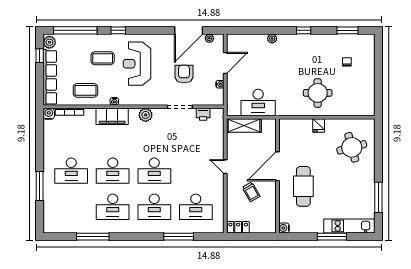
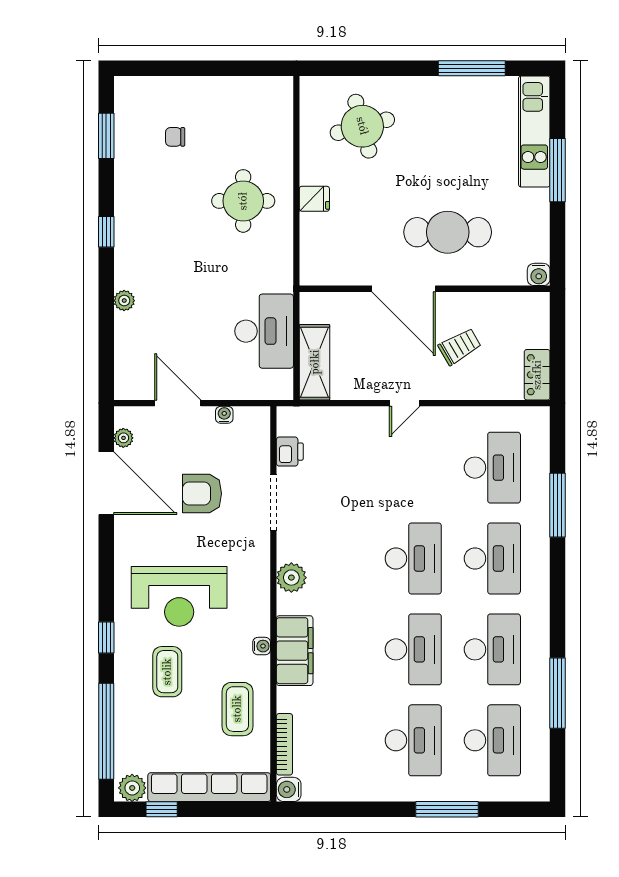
desk: (71, 207) -> (492, 740), added

